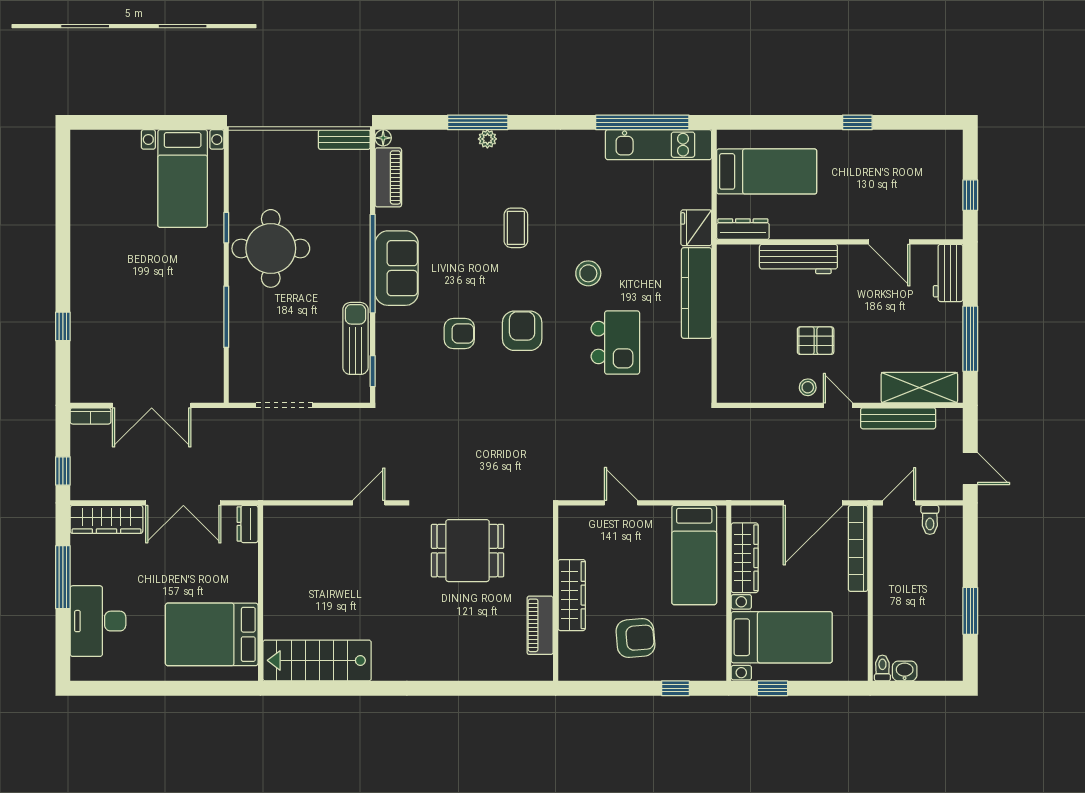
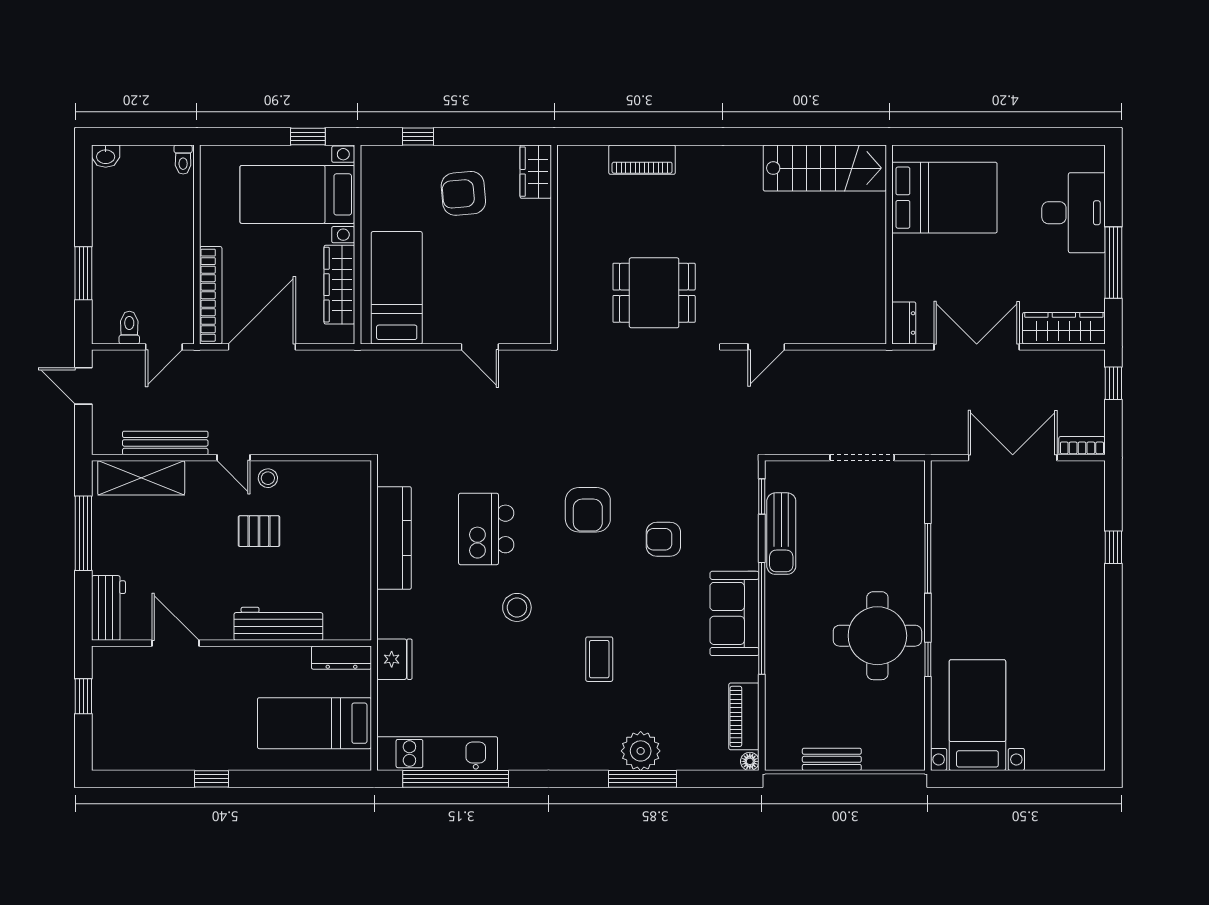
plant: (487, 139) -> (641, 751), width x1.88, depth x1.88
bench: (344, 140) -> (832, 759), moved
kitchen counter: (697, 293) -> (394, 538), moved
armchair: (522, 331) -> (588, 510), moved
wardrobe: (572, 595) -> (536, 172), moved, width x0.67
window: (970, 611) -> (83, 273), moved
piano: (540, 625) -> (642, 160), moved, turned 90
washbasin: (905, 671) -> (106, 156), moved

